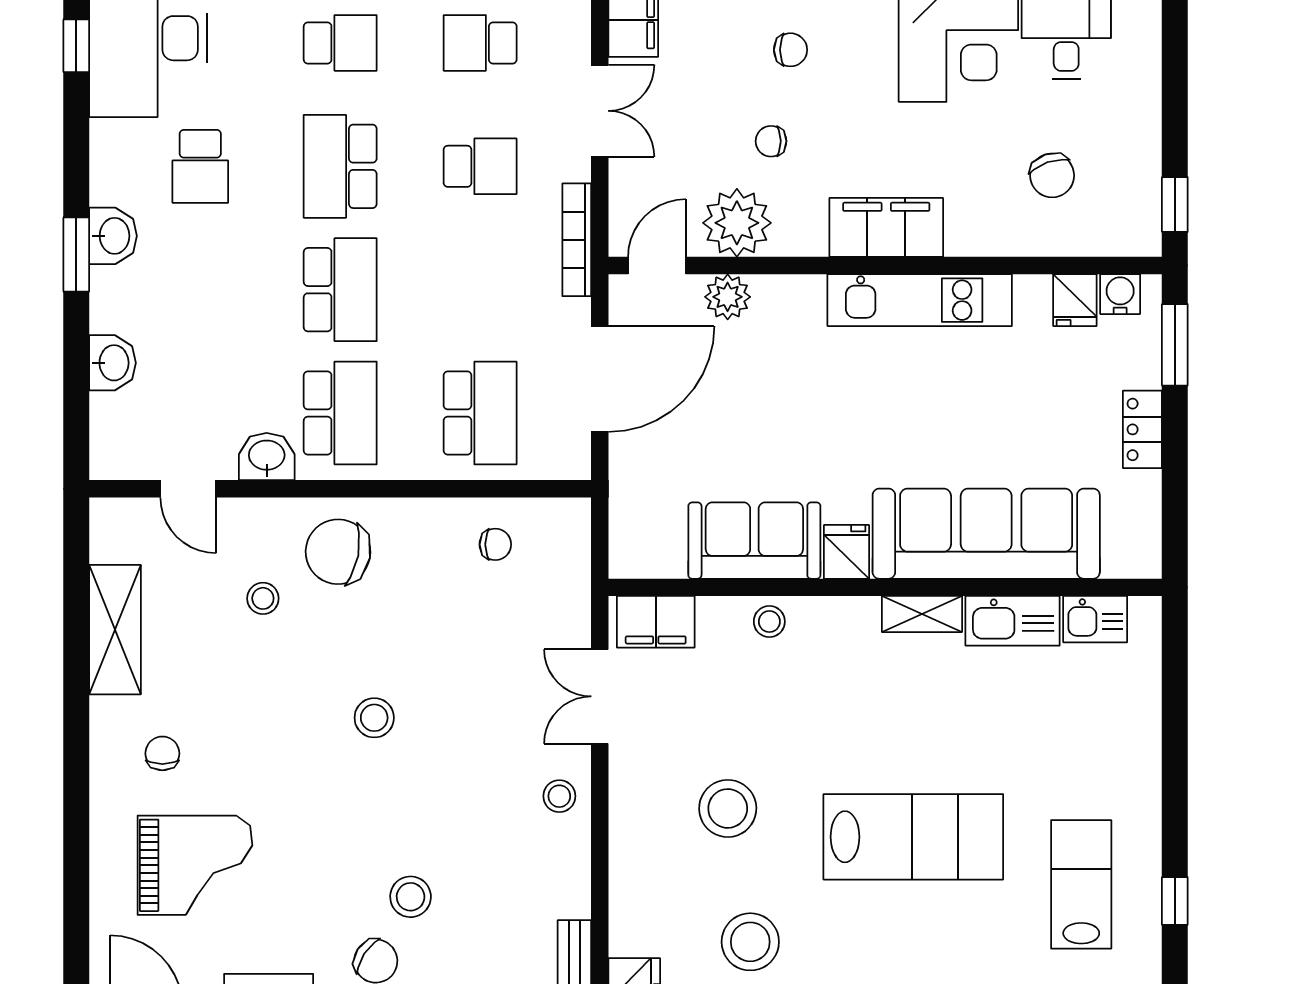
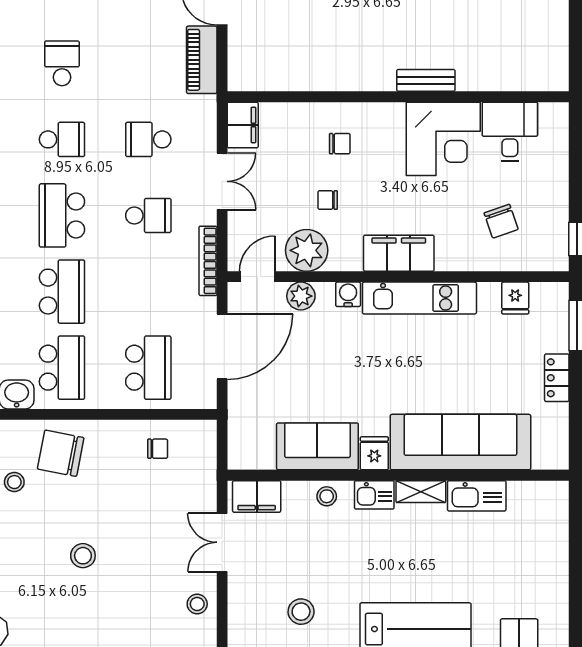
water cooler: (1120, 294) -> (348, 294), moved
kitchen sink: (1095, 619) -> (374, 495), moved
stool: (728, 808) -> (301, 612), width x0.73, depth x0.73

